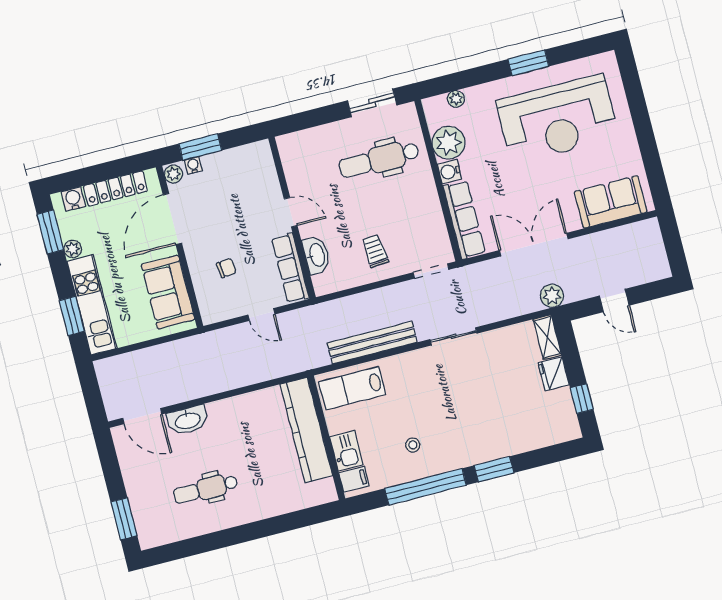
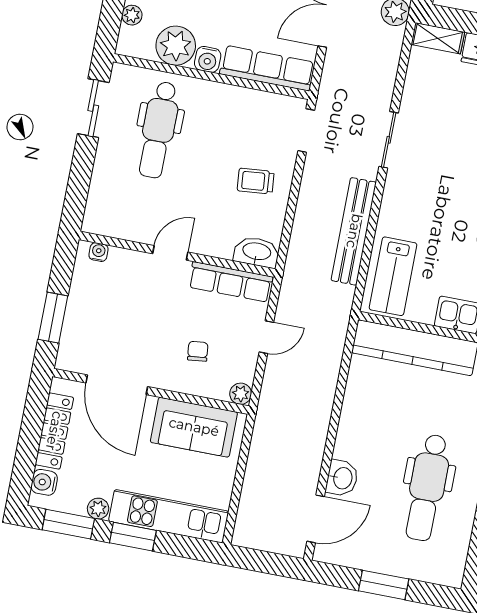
water cooler: (193, 165) -> (98, 252), moved, turned 90
plant: (173, 174) -> (241, 394), moved
washbasin: (316, 255) -> (257, 252), moved
window: (72, 316) -> (133, 537), moved
washbasin: (188, 420) -> (342, 478), width x0.72
dental chair: (205, 489) -> (427, 488), width x1.36, depth x1.38
window: (124, 519) -> (384, 585), moved

